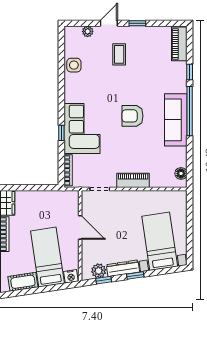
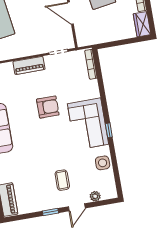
armchair: (133, 116) -> (48, 107), moved
corner sofa: (82, 128) -> (88, 124), moved
window: (61, 133) -> (109, 130), moved

